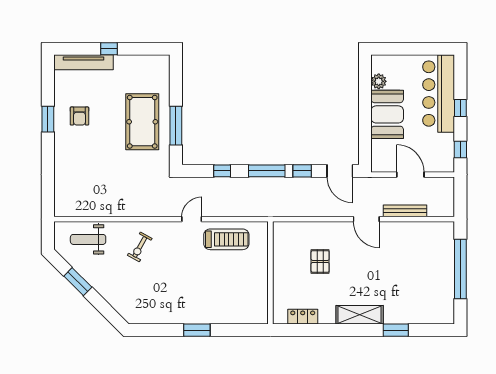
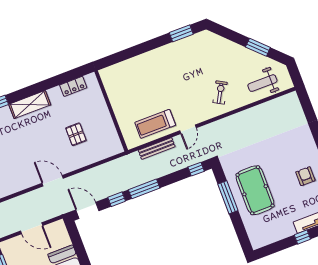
window: (222, 171) -> (196, 169), moved
bench: (405, 211) -> (157, 148), moved
weight bench: (88, 239) -> (262, 83), turned 180
window: (197, 330) -> (181, 33), moved

